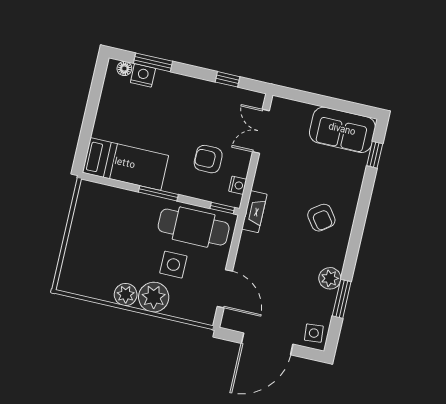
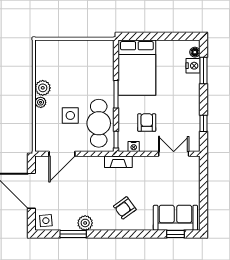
sofa: (342, 130) -> (175, 218), moved, turned 90
bed: (125, 164) -> (137, 68), width x1.50
plant: (154, 297) -> (41, 102), width x0.53, depth x0.53

